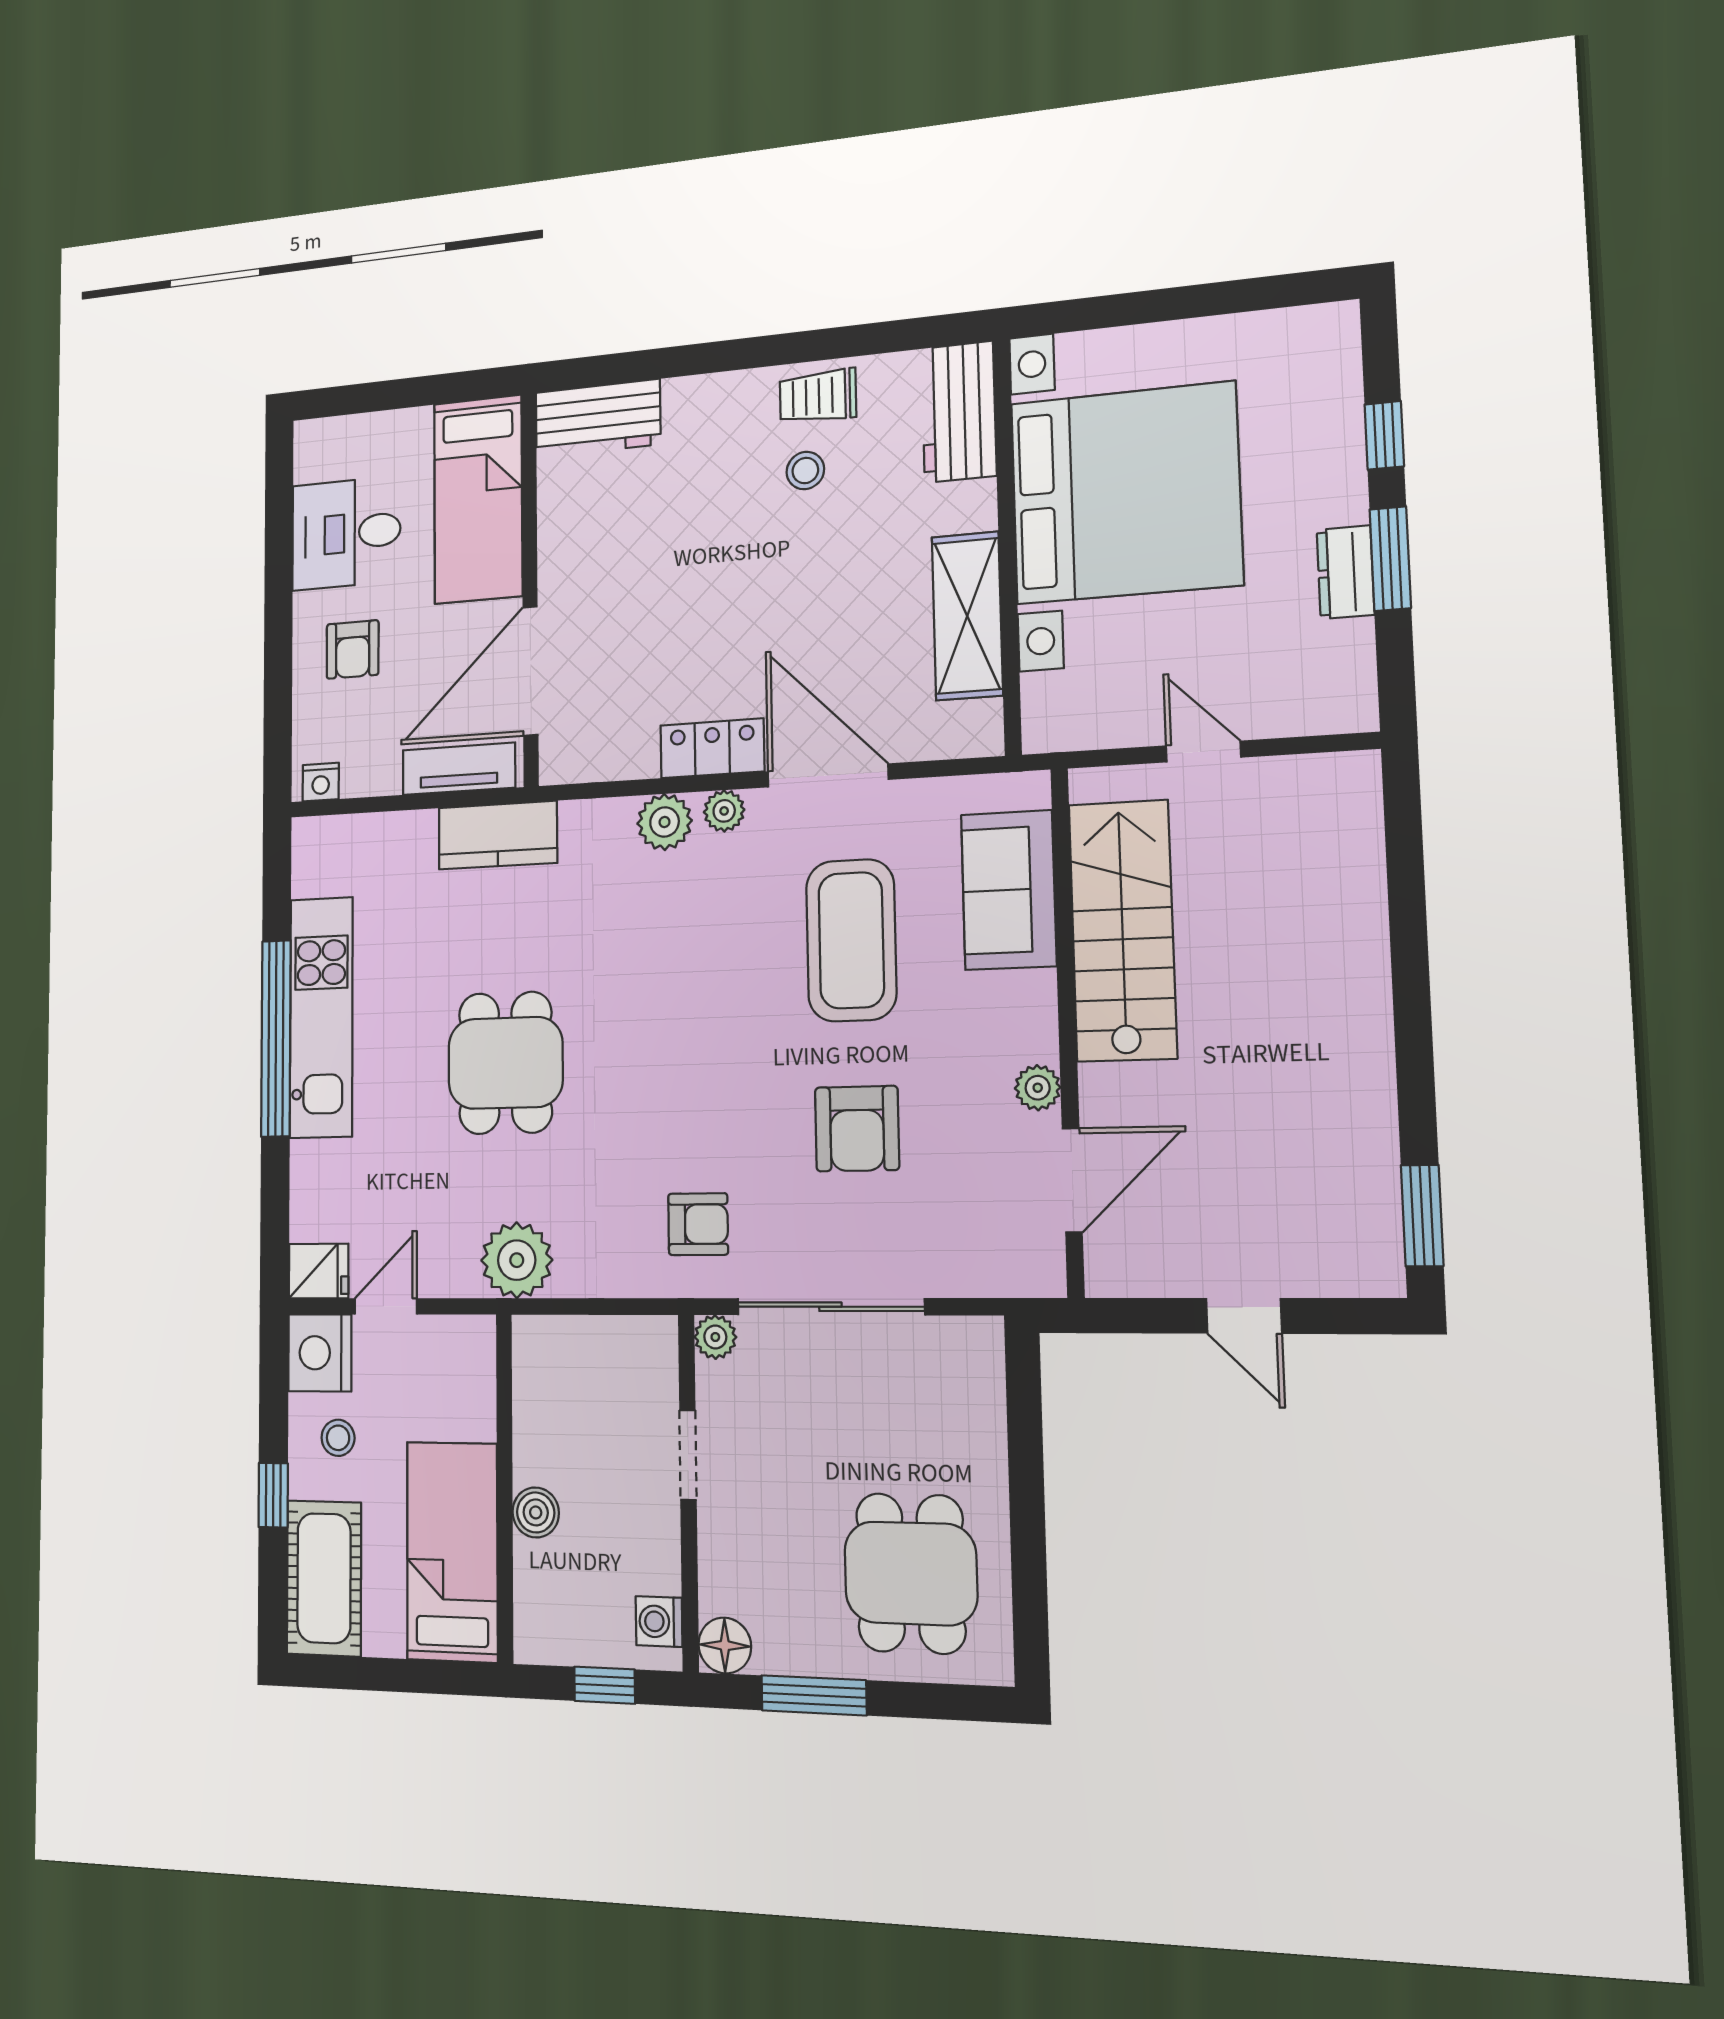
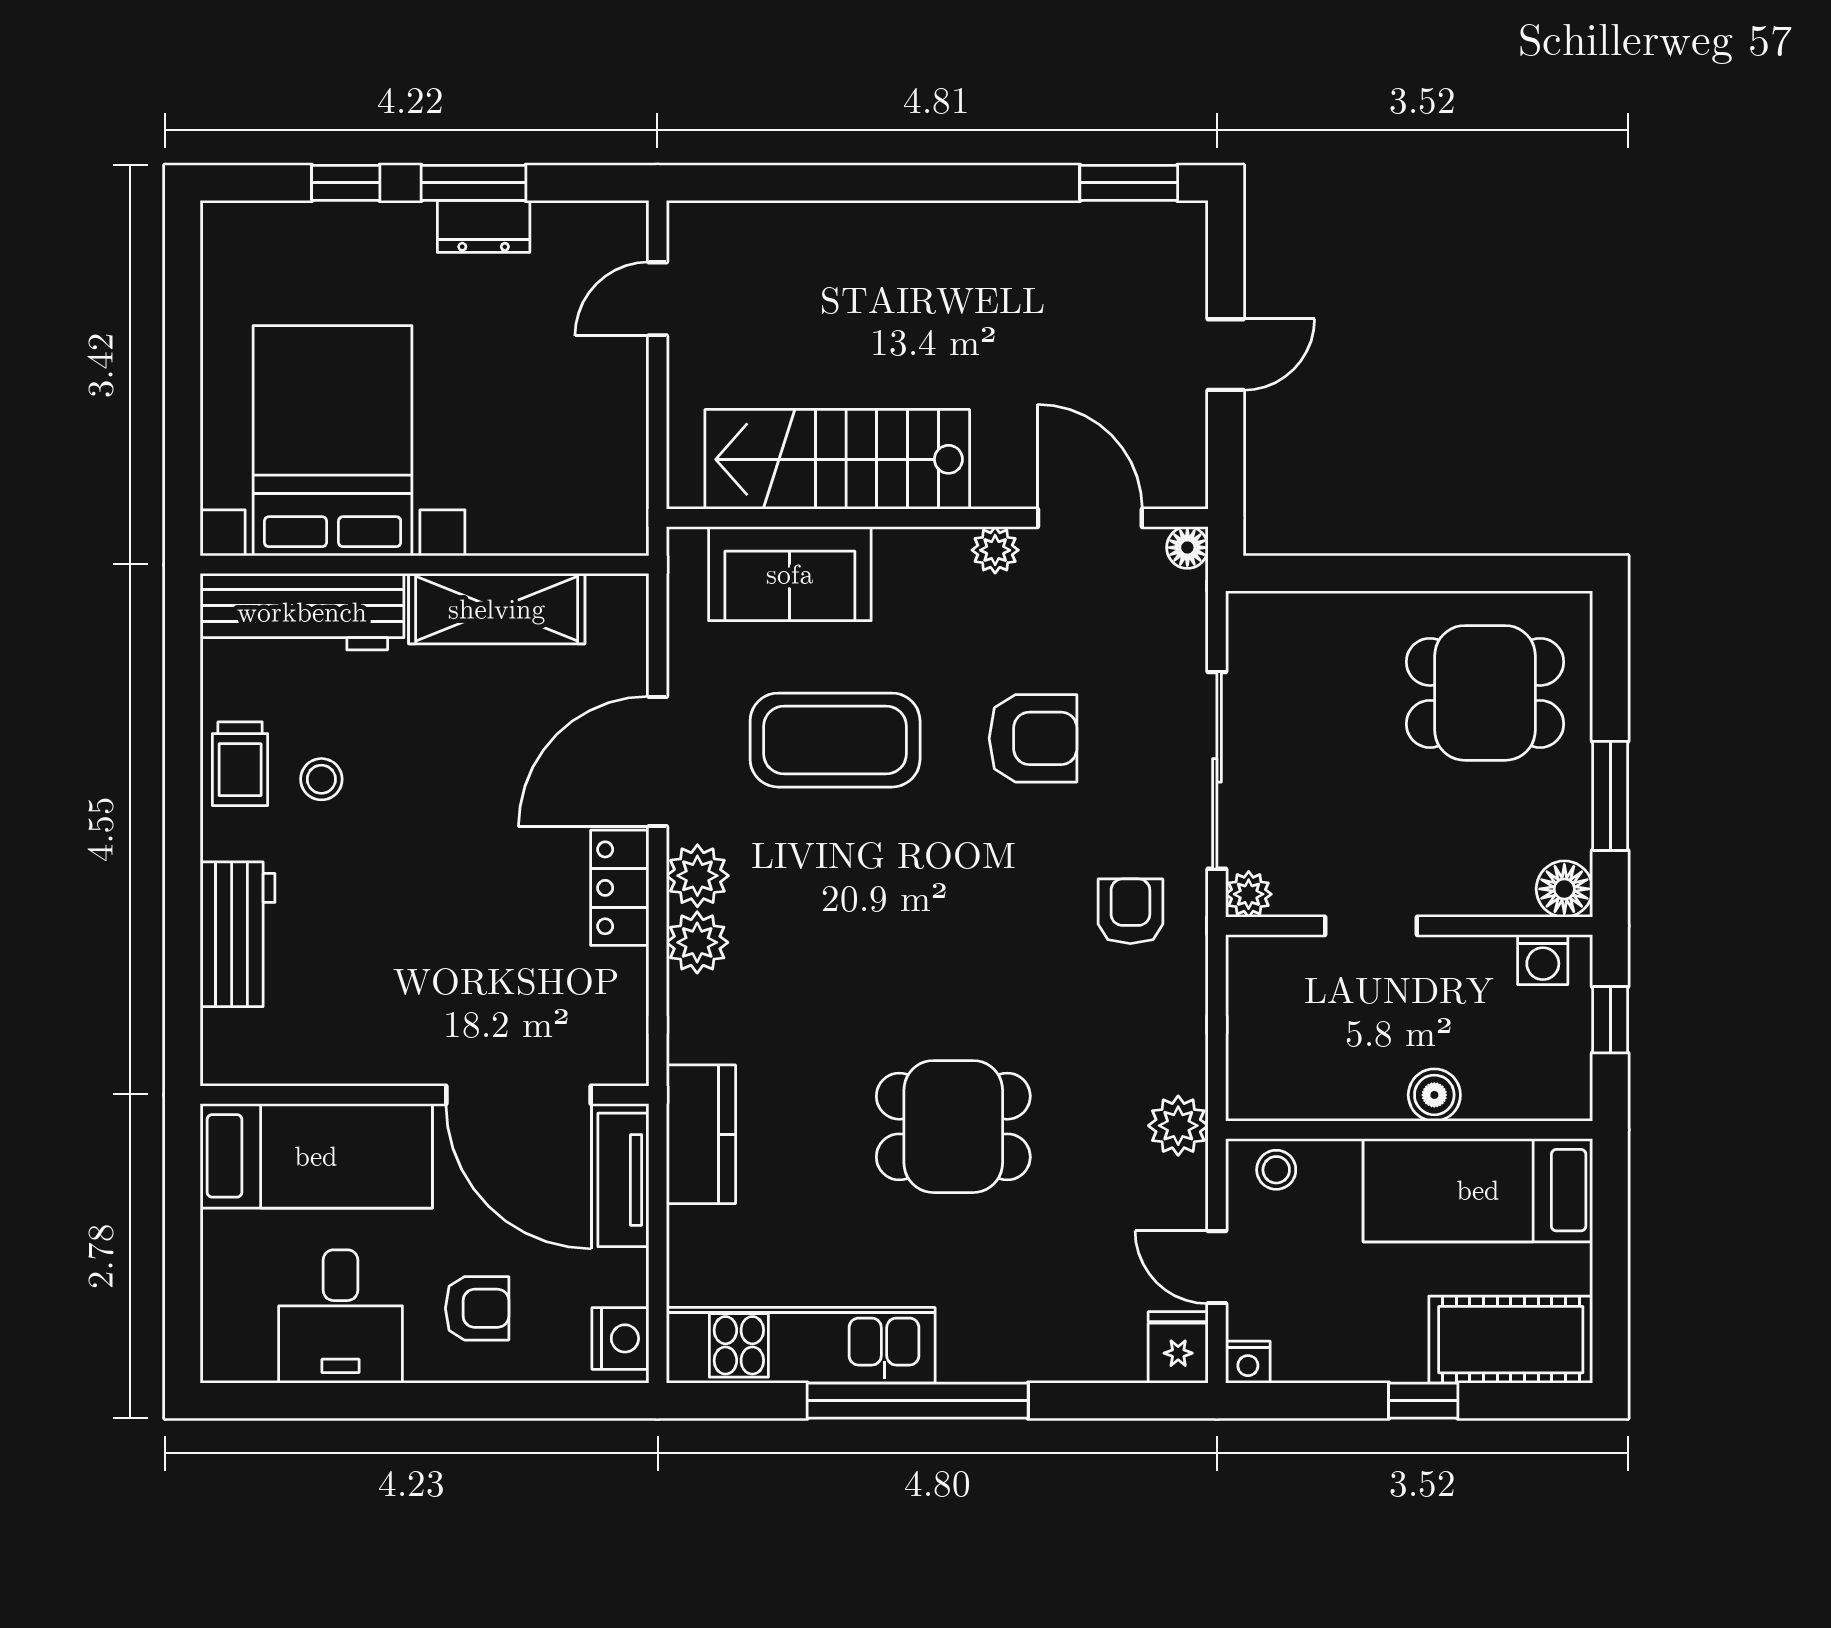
workbench: (959, 412) -> (302, 612), width x1.38
workbench: (598, 418) -> (238, 934), moved
bed with nightstands: (1126, 493) -> (333, 441), width x0.73
door: (1203, 751) -> (658, 299), moved
nightstand: (321, 782) -> (620, 1338), width x1.39, depth x1.35
plant: (724, 811) -> (697, 876), width x1.38, depth x1.38
kitchen unit: (321, 1017) -> (801, 1345), moved
plant: (517, 1260) -> (1178, 1126), width x0.73, depth x0.73
floor lamp: (1046, 1277) -> (1187, 548), added
nightstand: (320, 1353) -> (1248, 1362), width x0.53, depth x0.56
stool: (338, 1438) -> (1276, 1170), moved

